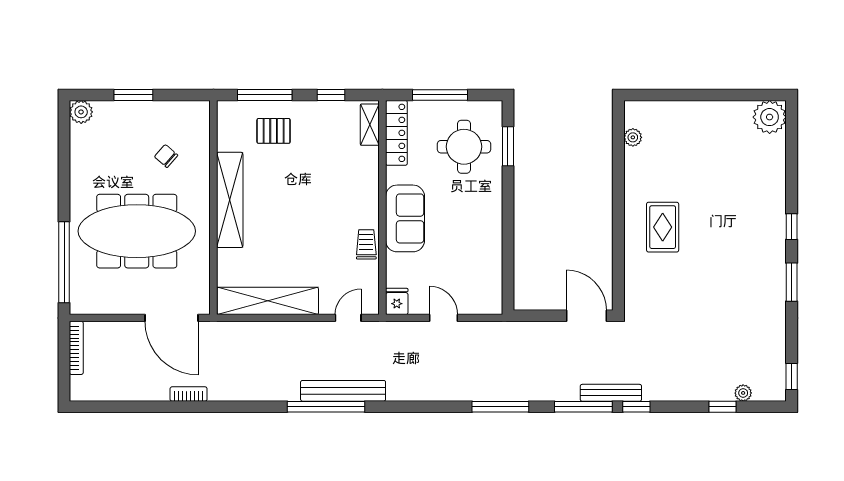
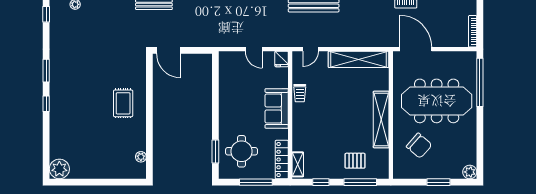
chair: (166, 156) -> (419, 146), width x1.87, depth x1.87

